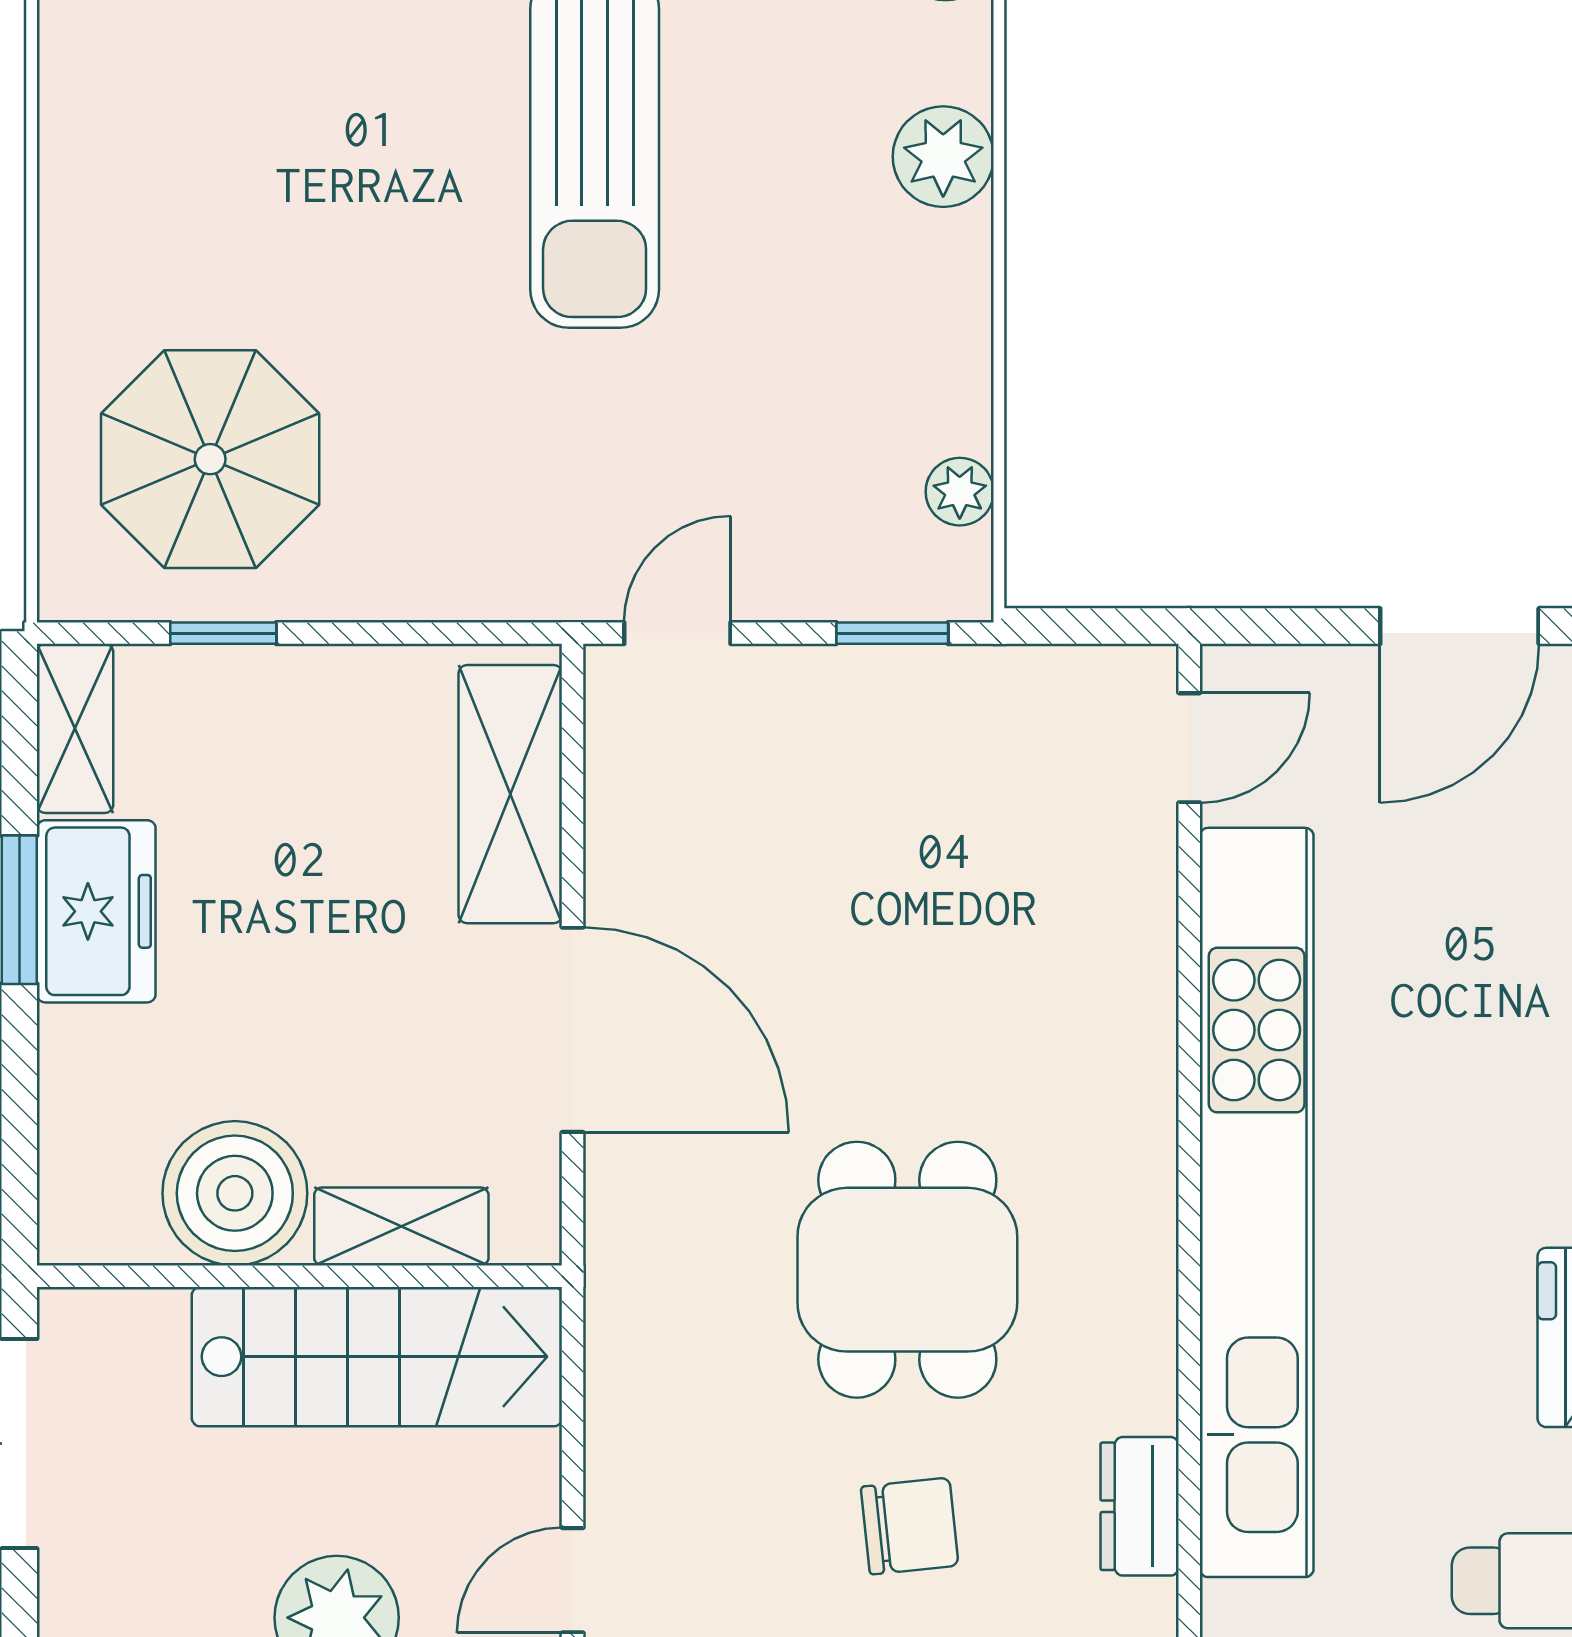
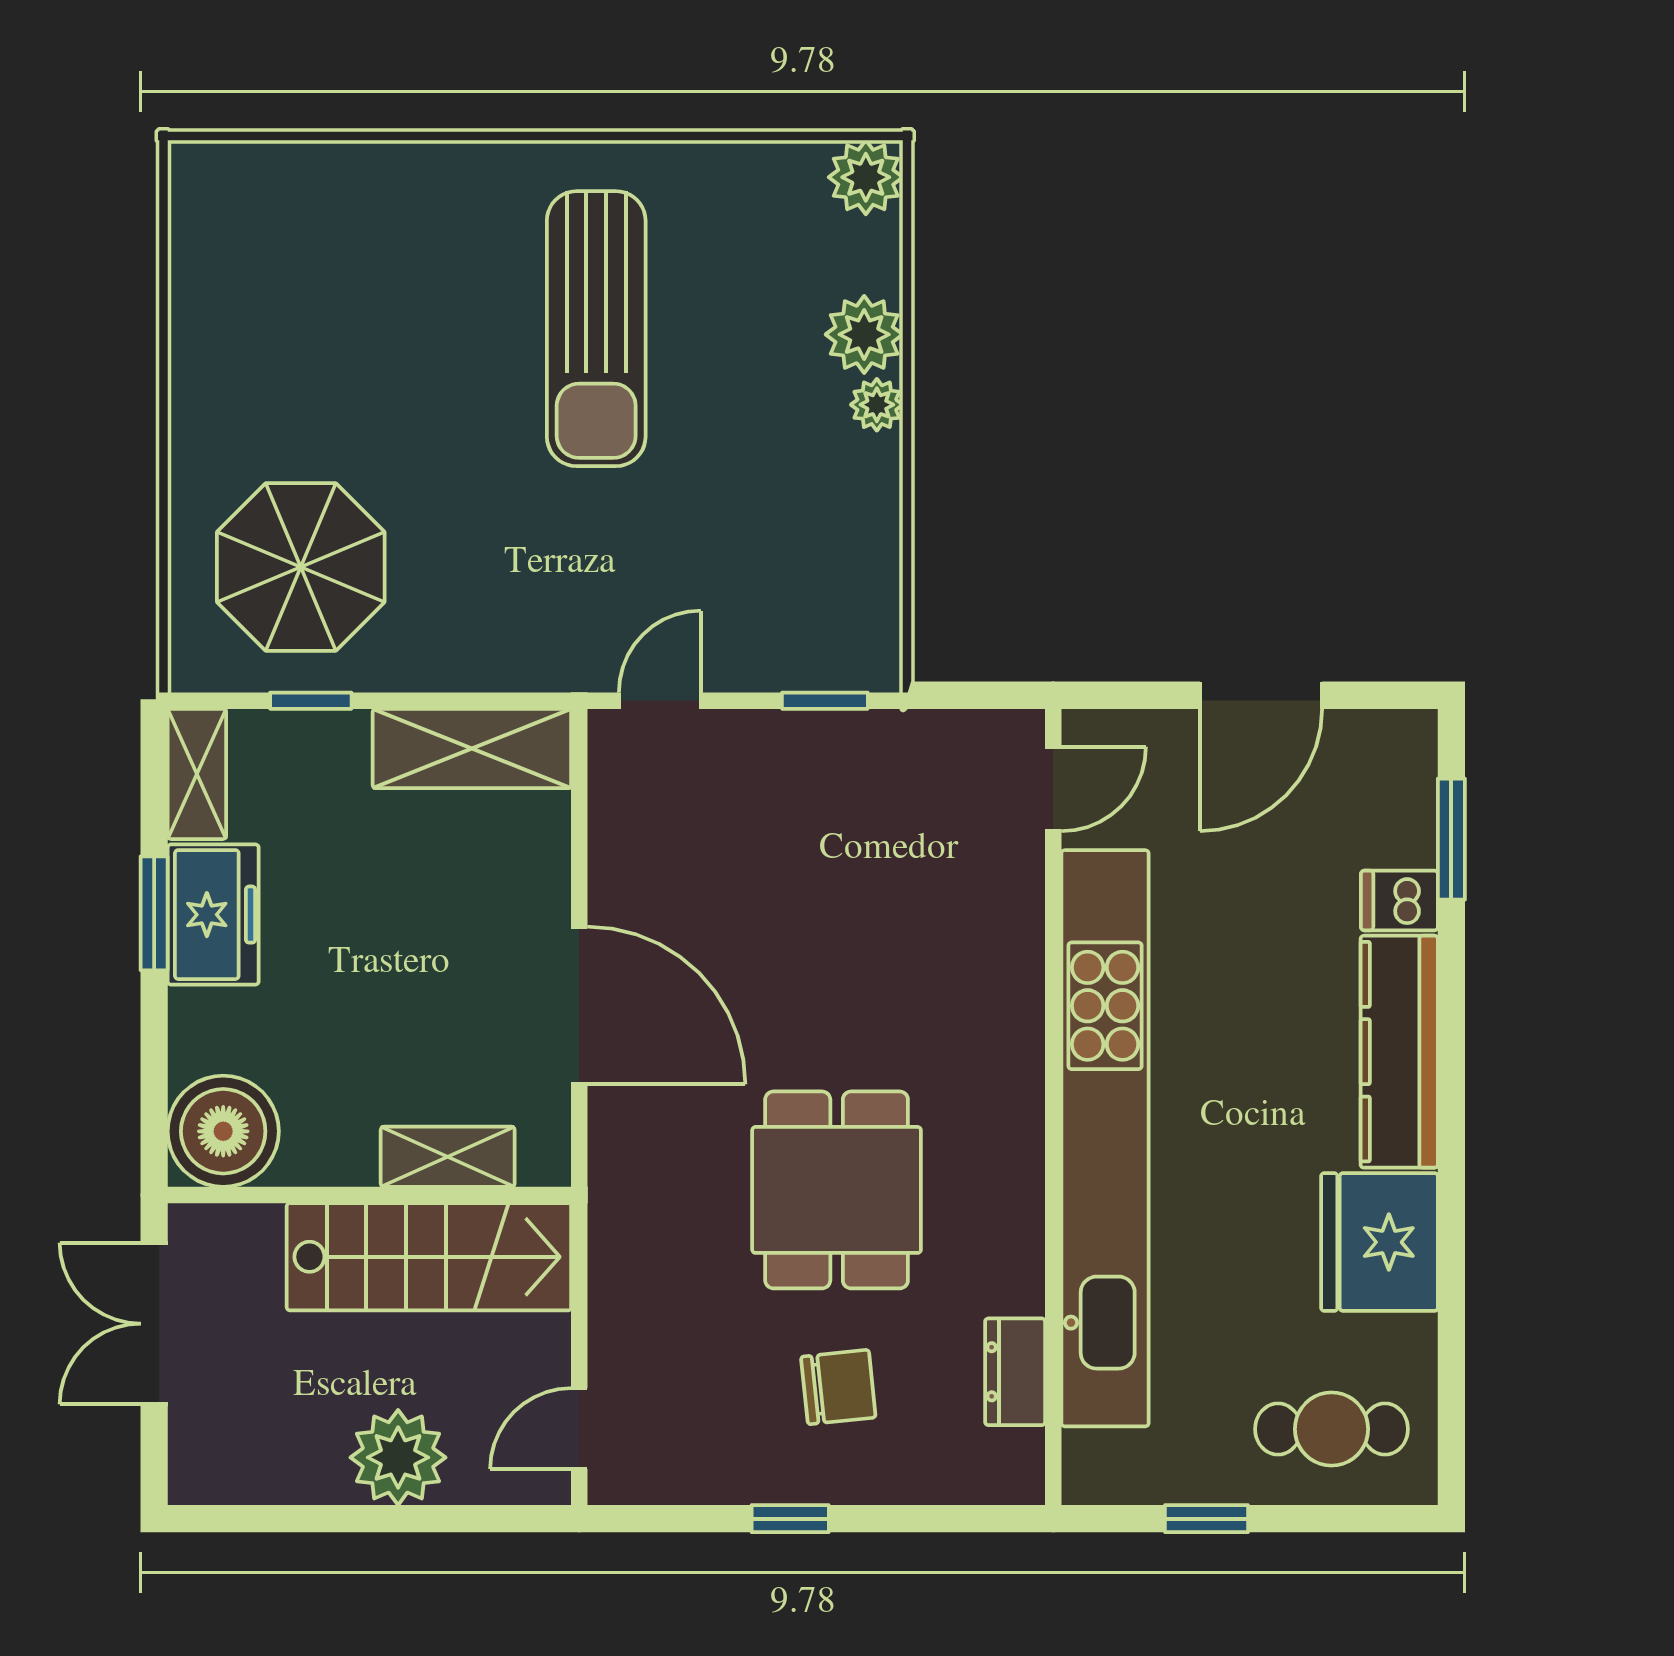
plant: (960, 492) -> (877, 405), moved
shelving: (510, 794) -> (472, 749), moved, turned 90
boiler: (235, 1193) -> (223, 1131), moved

